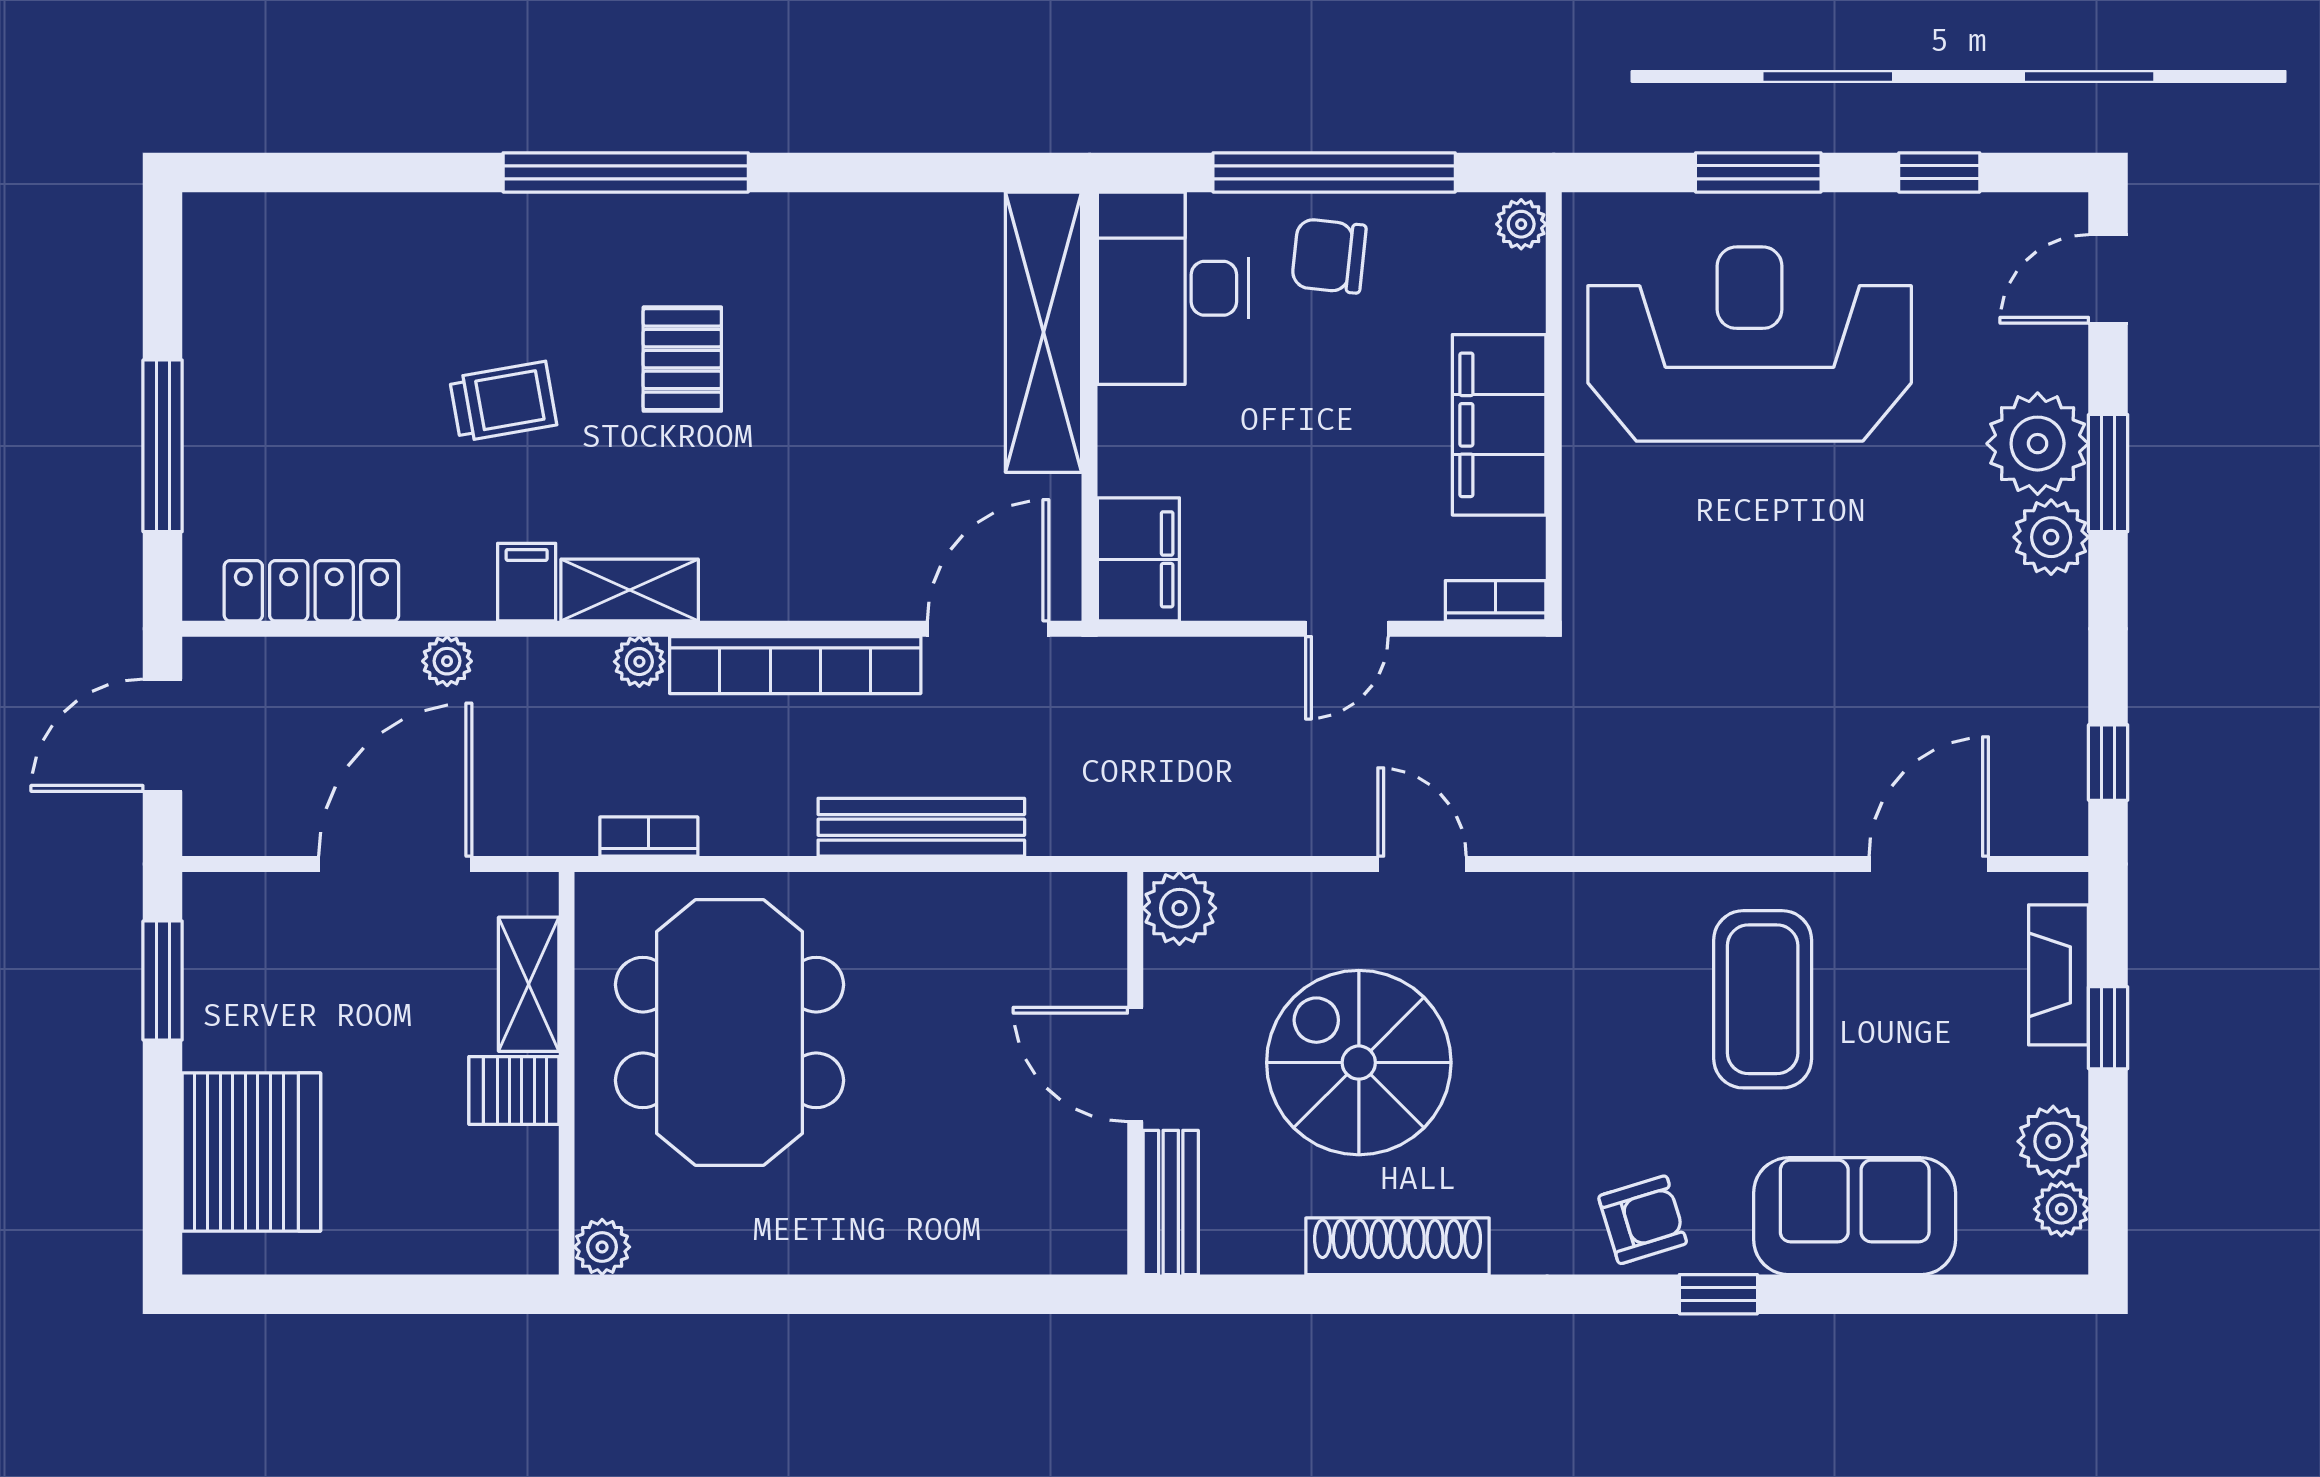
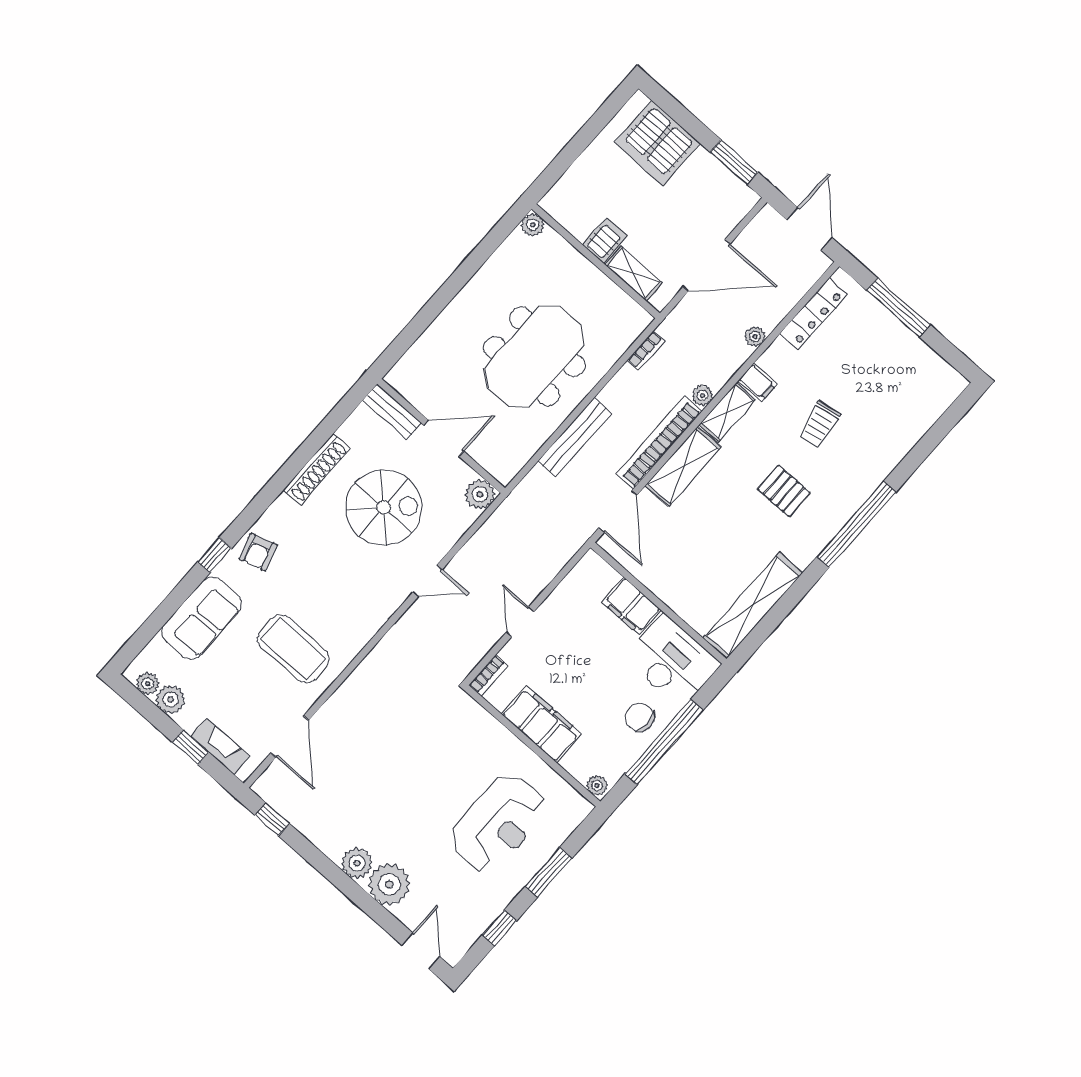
chair: (1329, 256) -> (640, 718), turned -96
shelving: (1044, 332) -> (753, 606), moved, turned 90
reception desk: (1750, 344) -> (498, 823), width x0.74, depth x0.77
window: (2108, 473) -> (361, 898), removed
filing cabinet: (1138, 559) -> (631, 606), moved
shelving: (800, 582) -> (683, 467), added
door: (395, 864) -> (707, 265), hinge flipped
meeting table: (729, 1032) -> (534, 356), moved, turned 90

